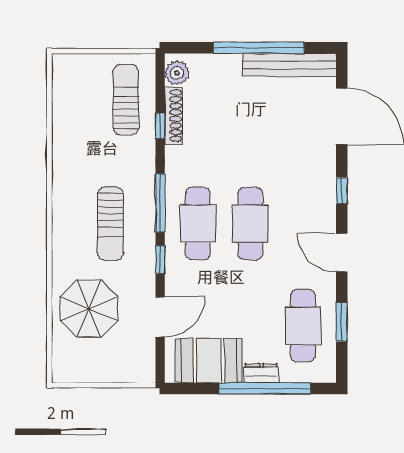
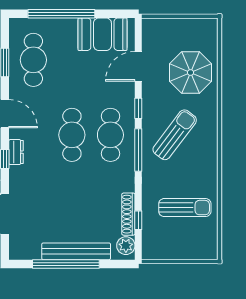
bench: (290, 65) -> (76, 251), moved
sun lounger: (126, 100) -> (185, 208), moved, turned -90
window: (160, 126) -> (138, 220), moved
sun lounger: (110, 224) -> (175, 135), turned 37
dresser: (261, 373) -> (16, 152), moved, turned -90

